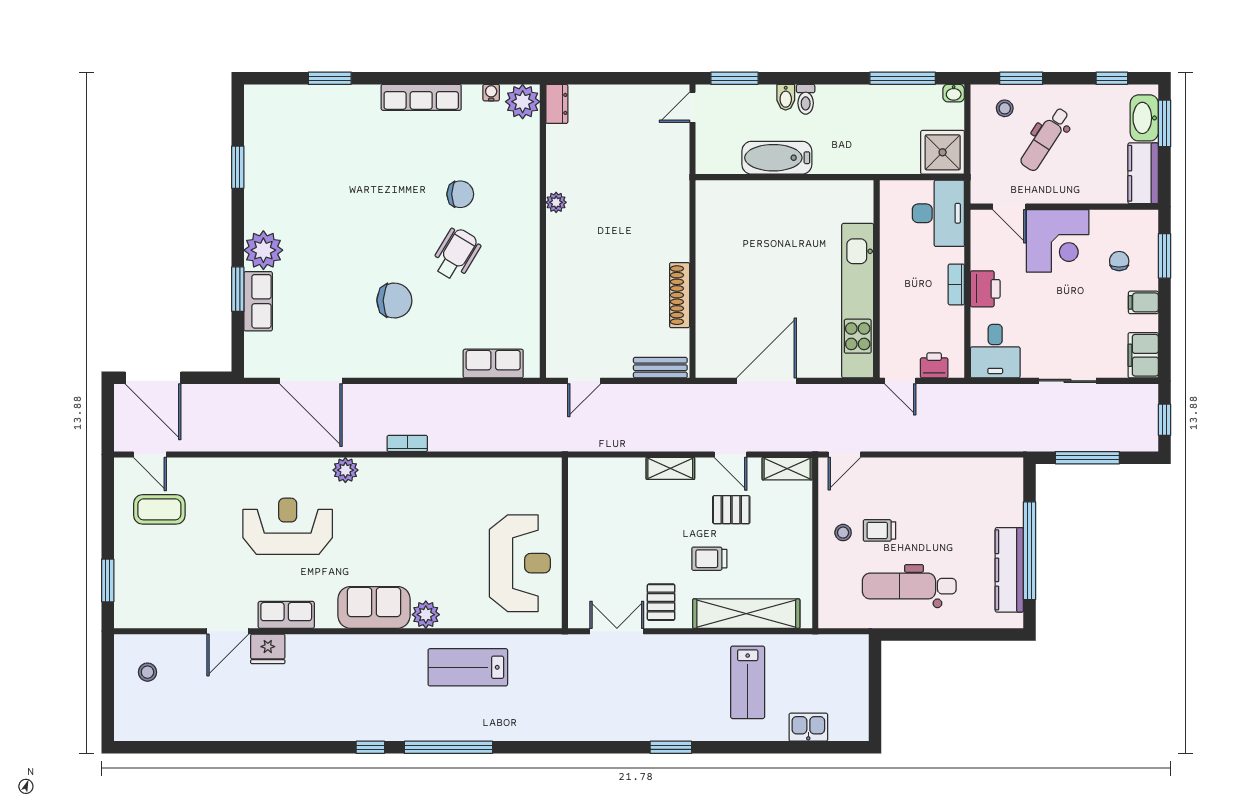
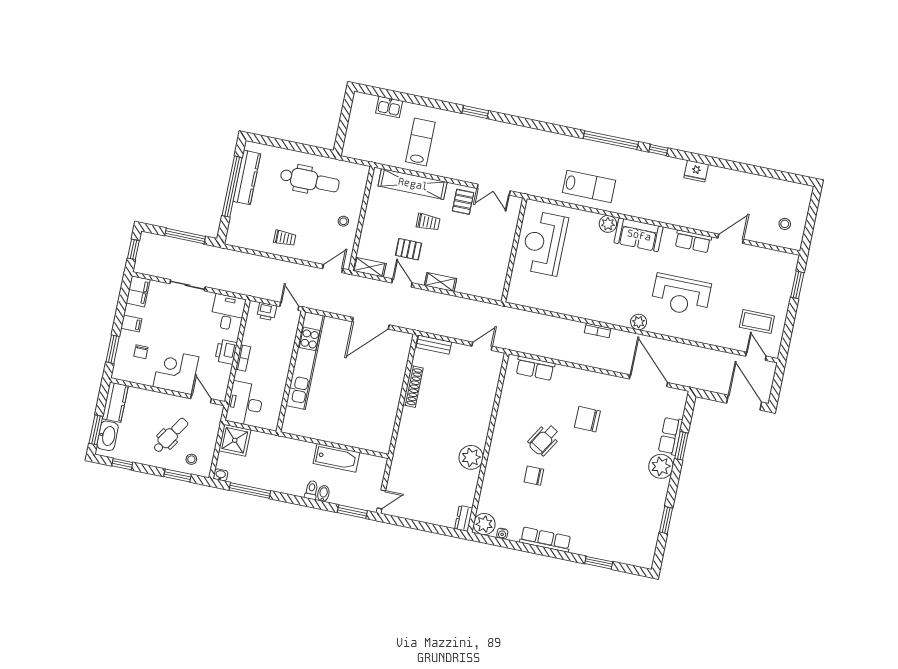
plant: (556, 202) -> (471, 457), width x1.88, depth x1.88
trolley: (880, 530) -> (285, 238), moved
fridge: (268, 649) -> (696, 171), moved, turned 180

